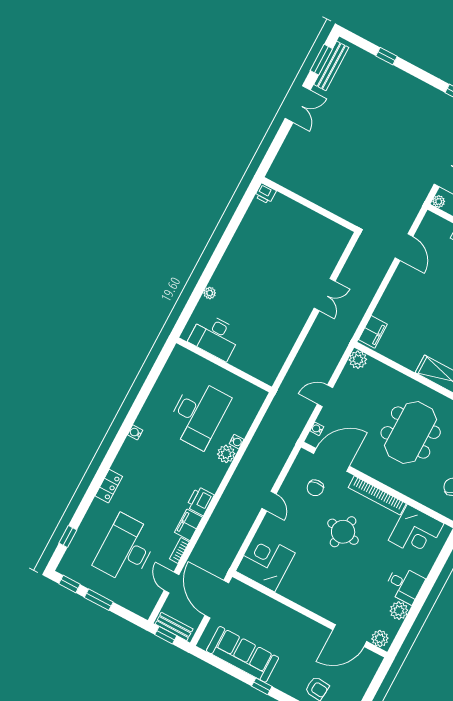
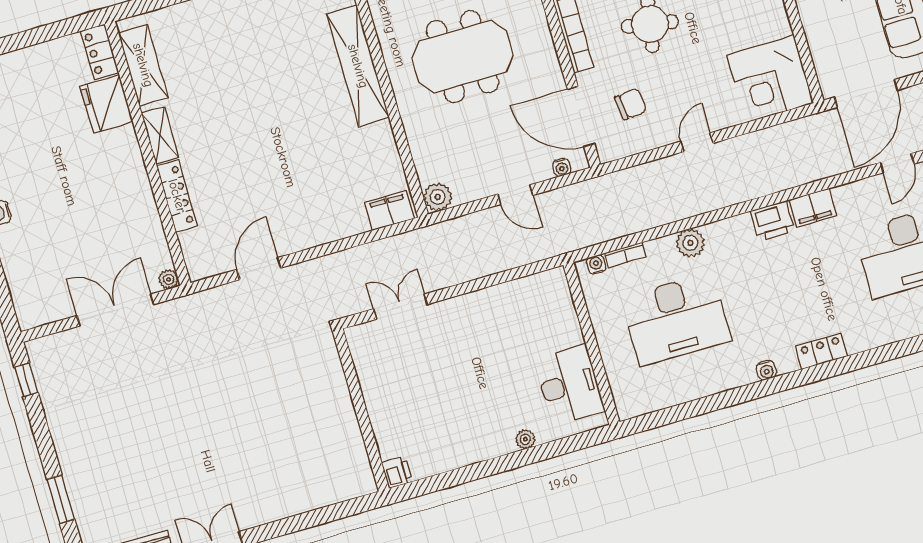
window: (386, 56) -> (61, 499), width x1.50
printer: (265, 194) -> (397, 472), moved
wall: (309, 205) -> (361, 410), moved
desk: (198, 414) -> (676, 319), turned 180
water cooler: (237, 442) -> (596, 265), moved
locker: (109, 486) -> (822, 351), moved
bookcase: (179, 550) -> (625, 255), moved

